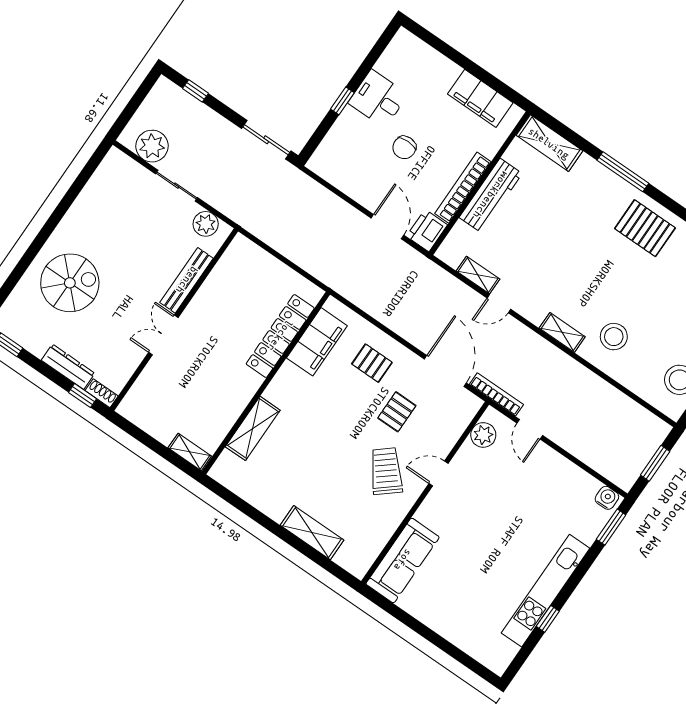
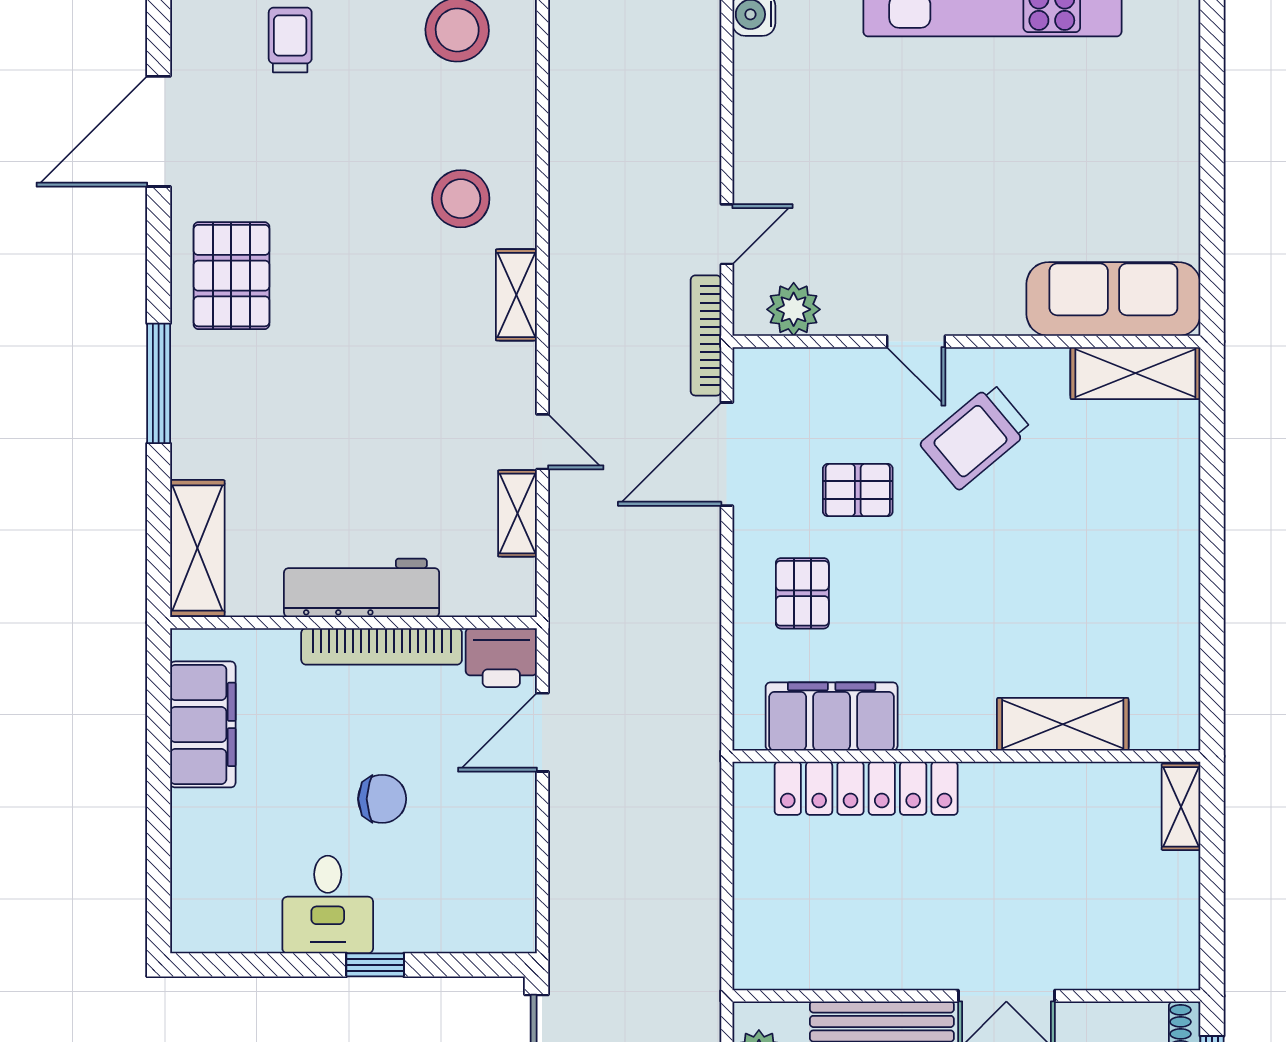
shelving: (312, 533) -> (1135, 373), moved, turned 90

